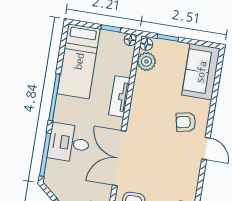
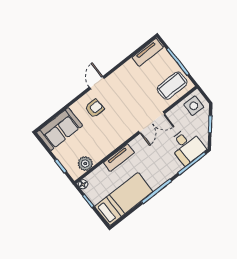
floor lamp: (146, 44) -> (76, 173), removed
armchair: (186, 122) -> (94, 108), turned -79
desk: (69, 143) -> (187, 146), moved
double door: (119, 158) -> (151, 123), width x0.73

